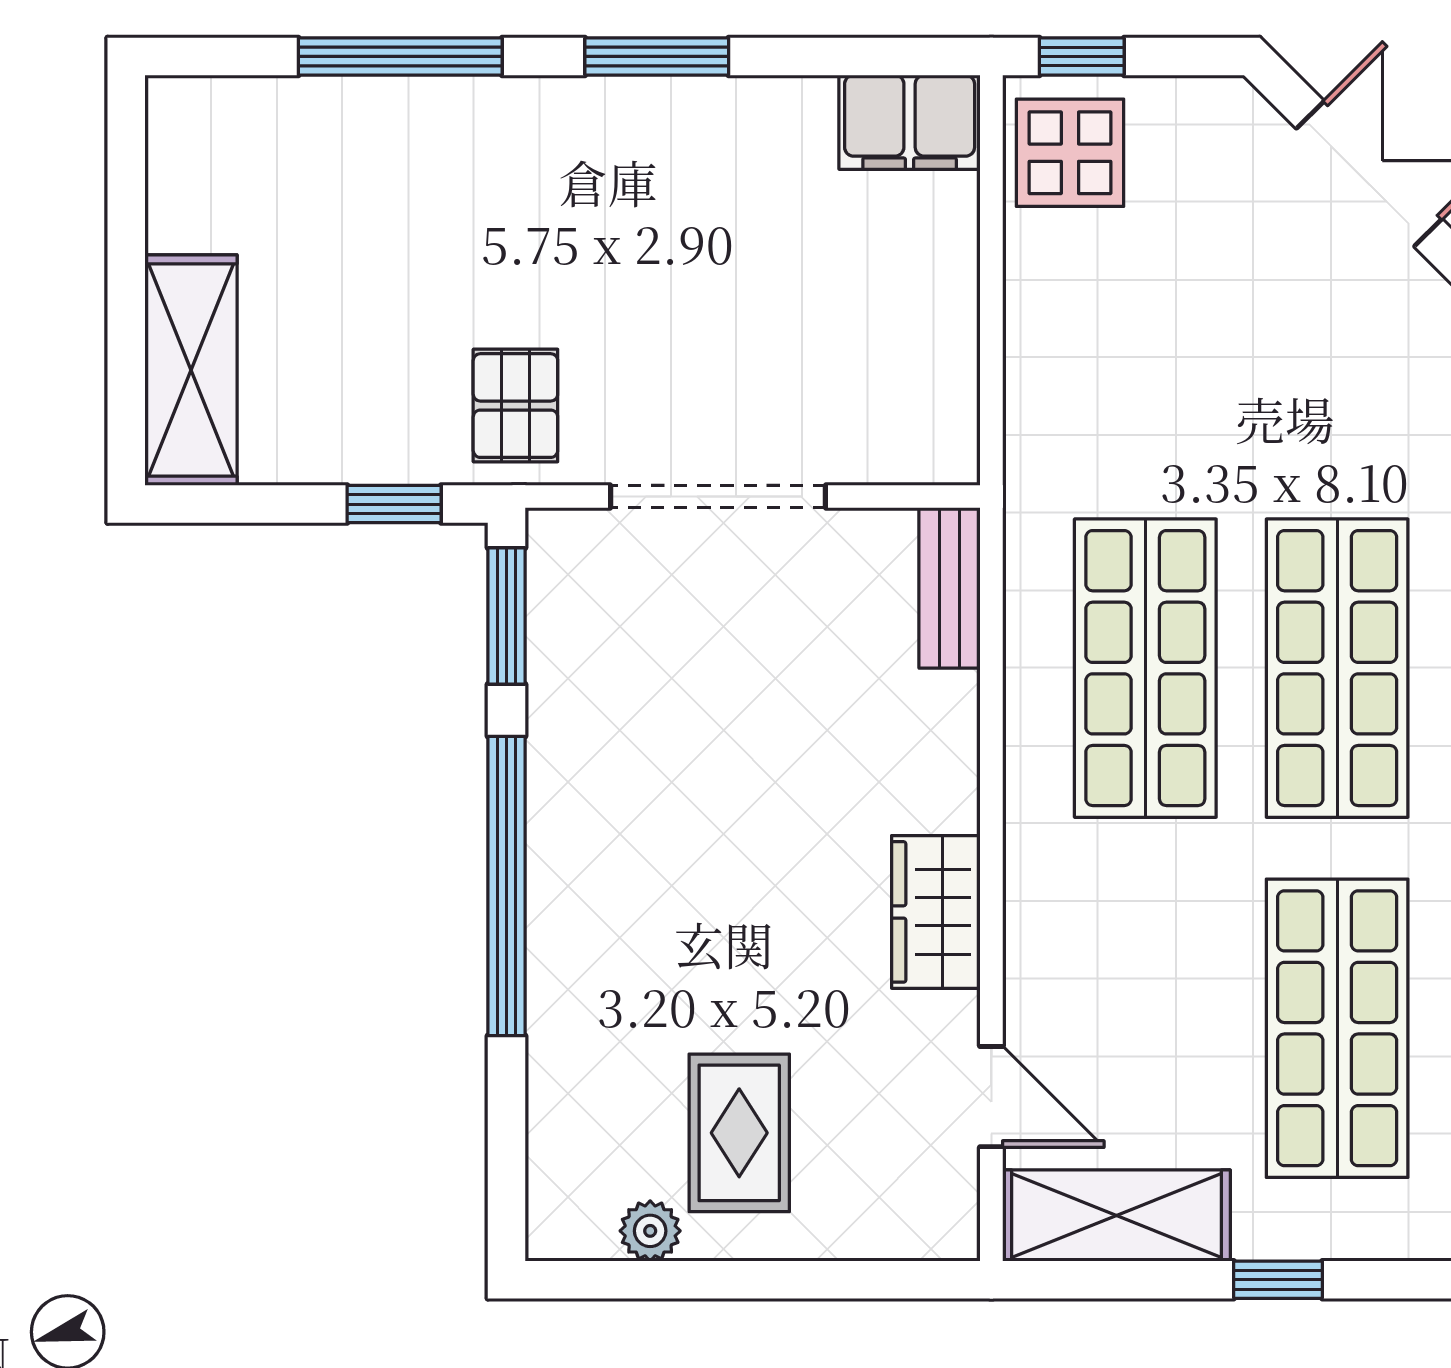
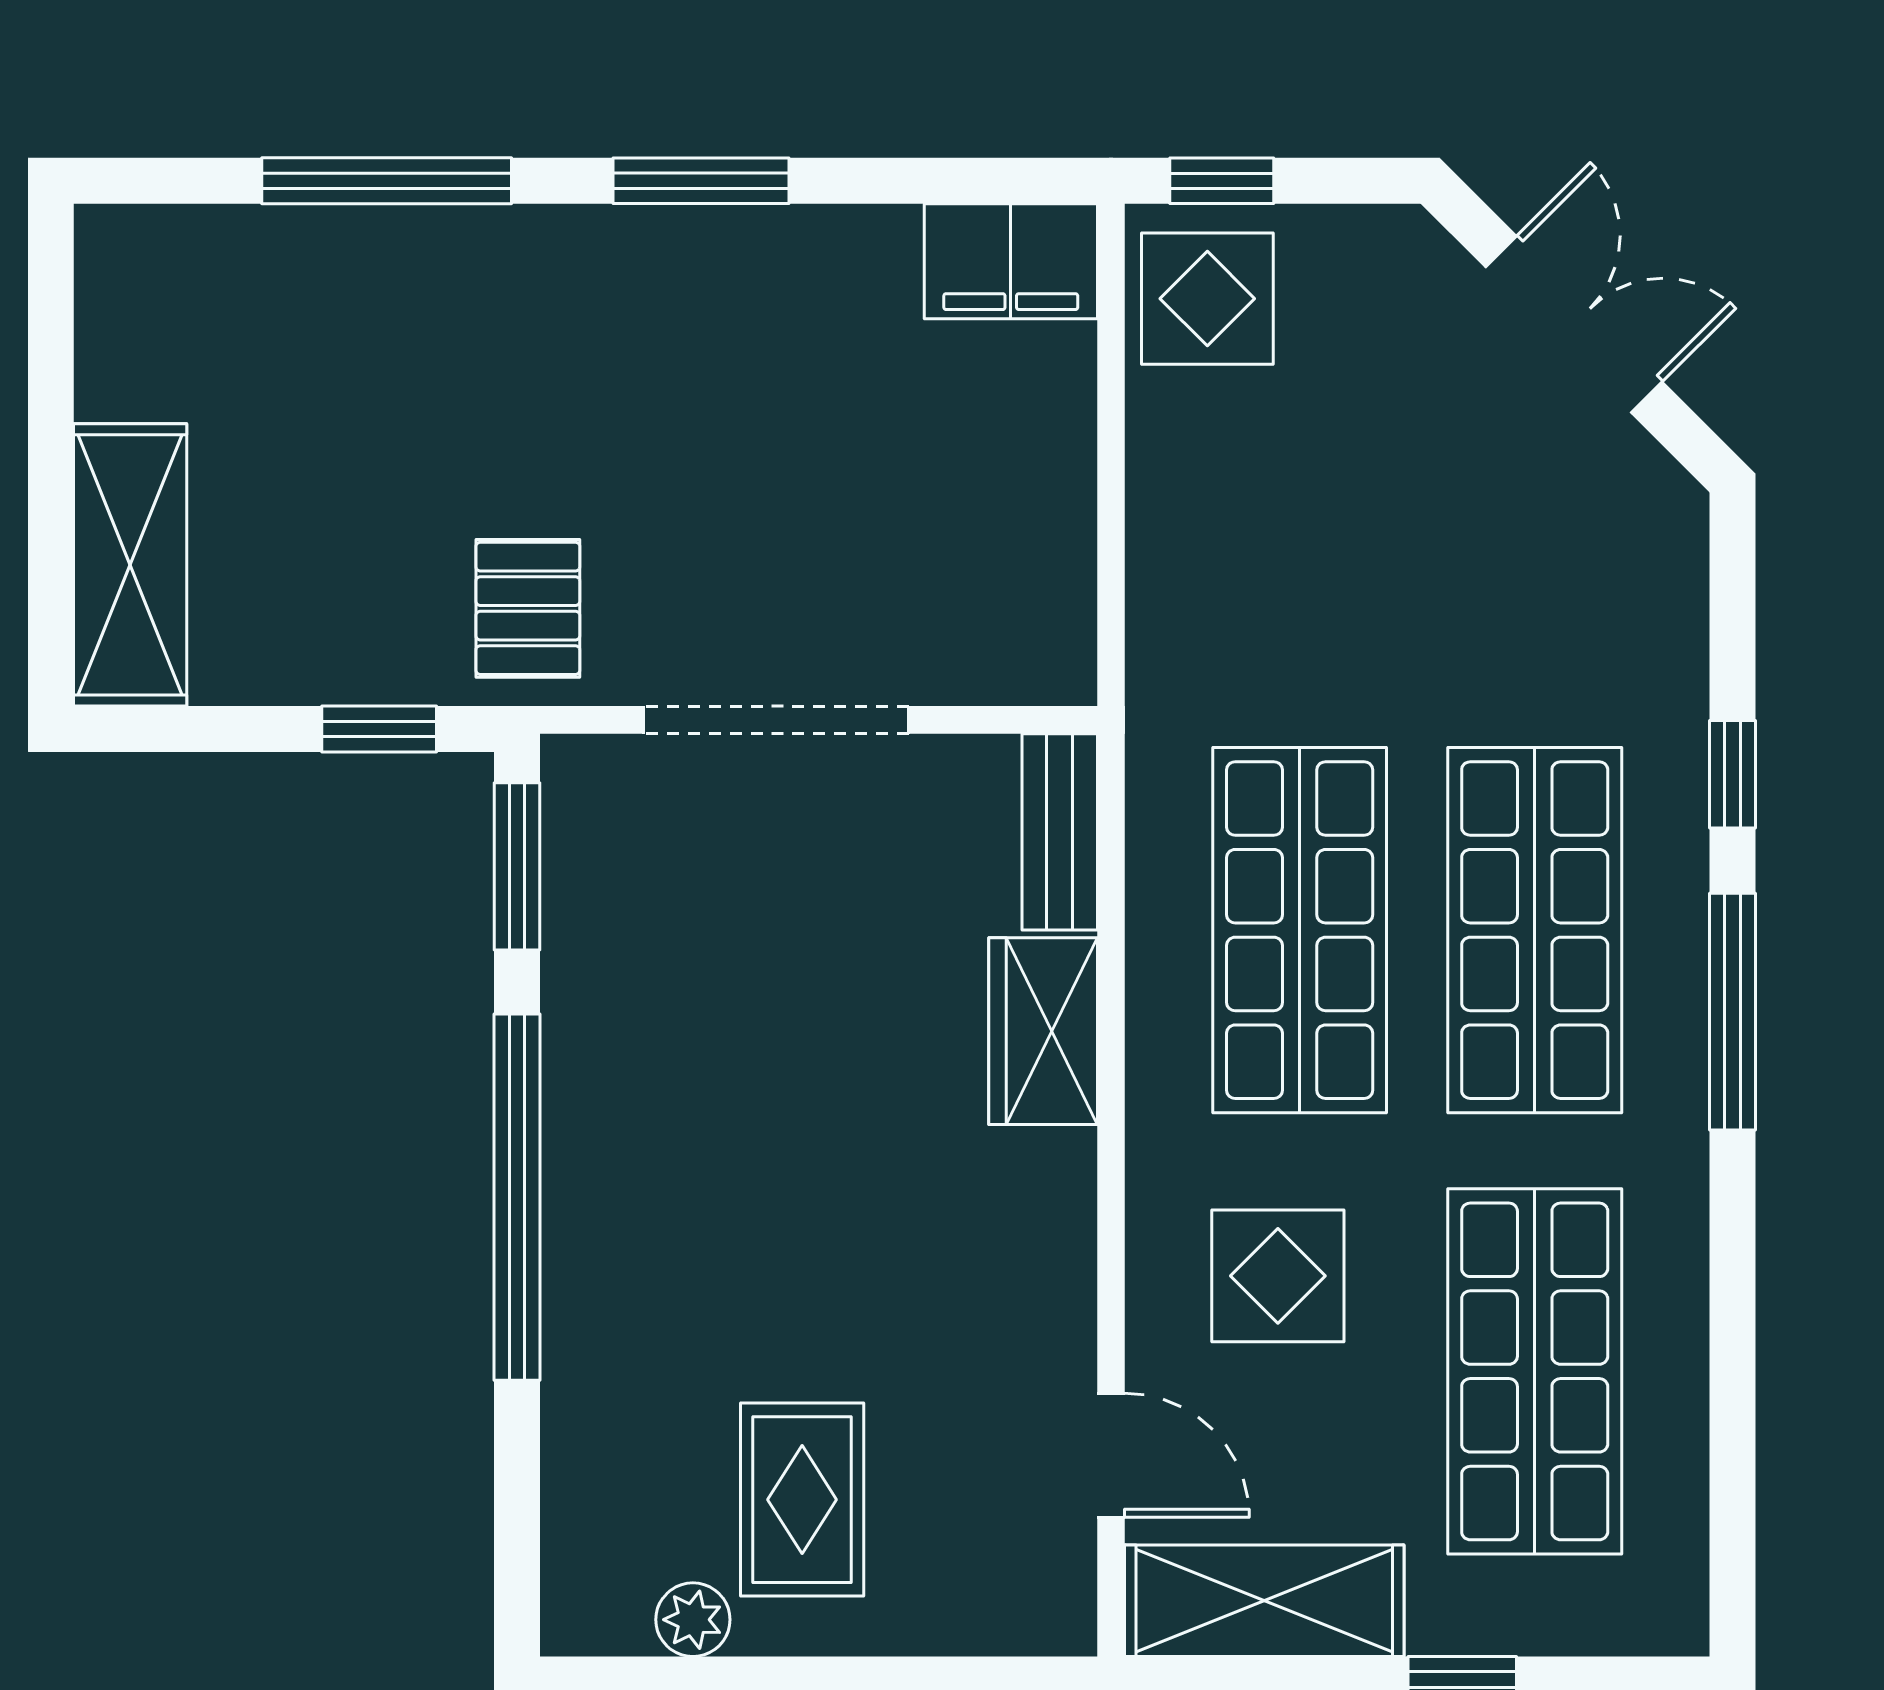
wardrobe: (936, 912) -> (1043, 1031), moved
display table: (1128, 950) -> (1278, 1276), added

